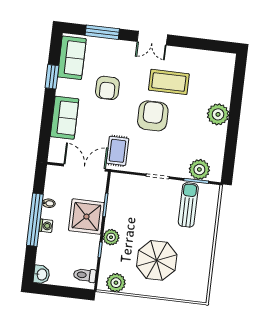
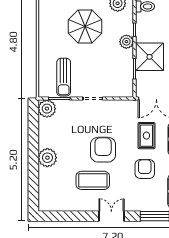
armchair: (153, 116) -> (103, 150), turned 180
rug: (118, 151) -> (146, 136), moved
plant: (199, 169) -> (47, 109), moved

